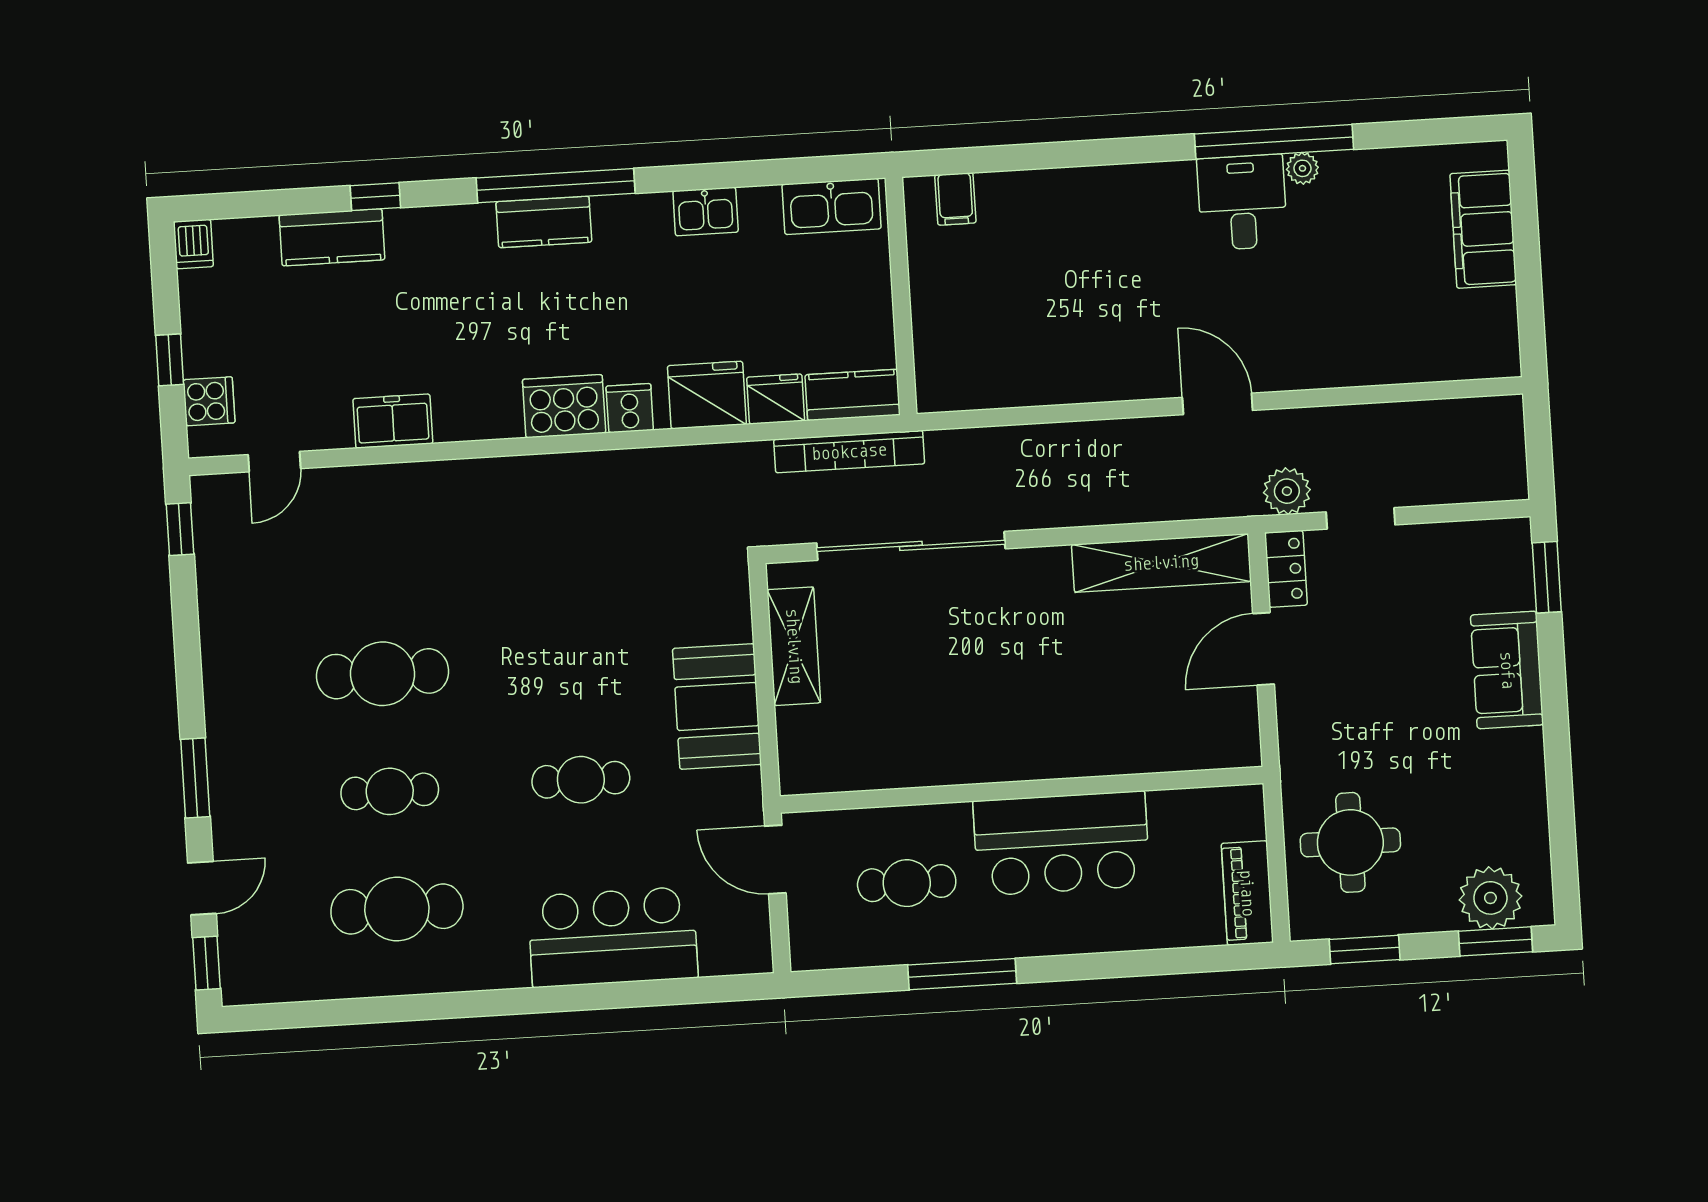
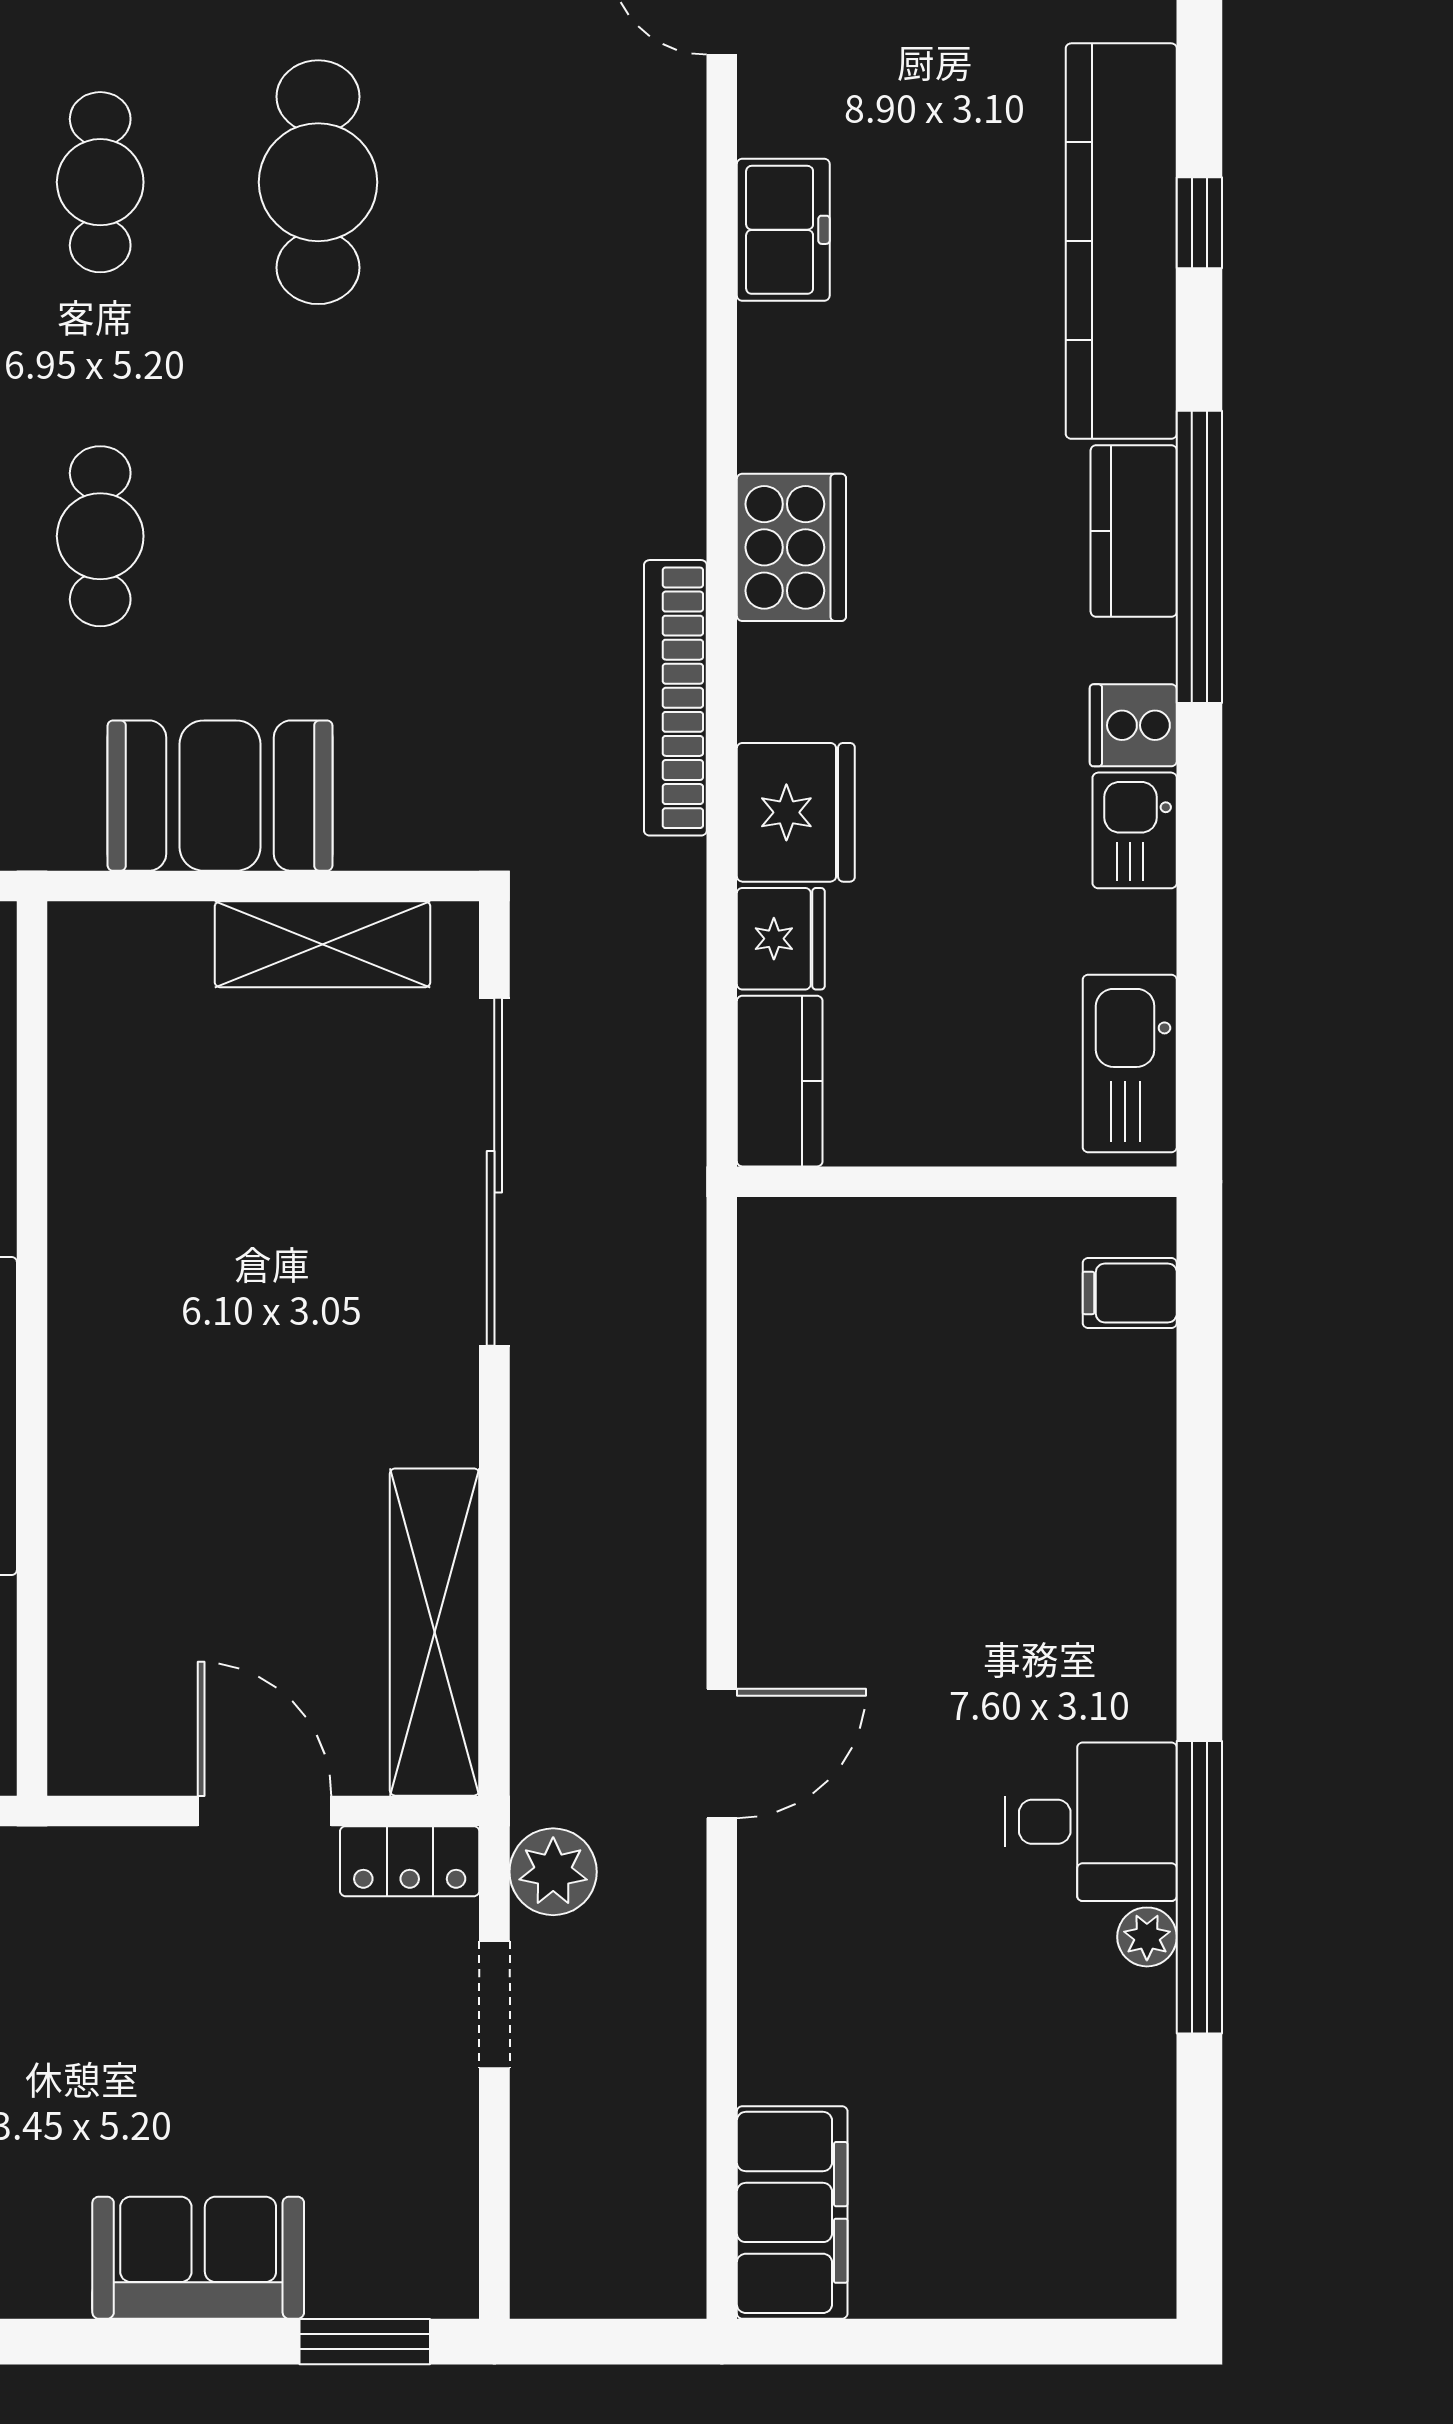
filing cabinet: (1483, 229) -> (792, 2212), moved, turned 90
kitchen counter: (332, 237) -> (1121, 241), width x2.08, depth x1.17
cooker: (630, 408) -> (1133, 725), moved, turned 180
bookcase: (849, 452) -> (675, 698), moved

